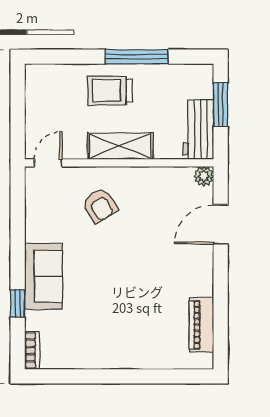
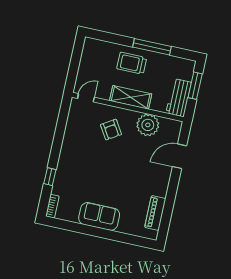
plant: (204, 176) -> (148, 125), moved, width x1.87, depth x1.87
sofa: (43, 277) -> (99, 216), moved, turned -90

